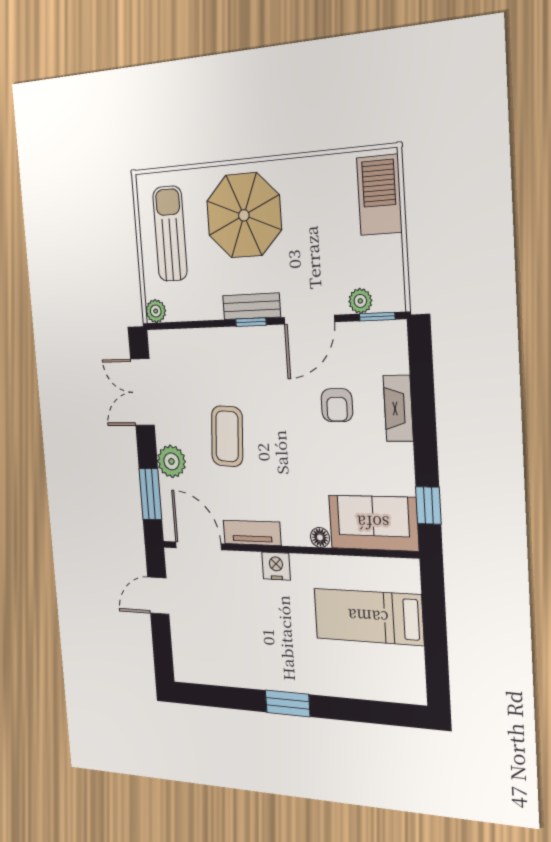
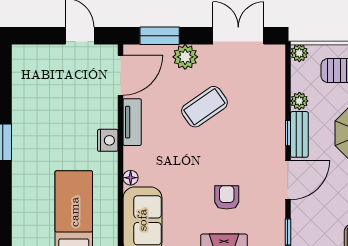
plant: (360, 301) -> (299, 101), moved
door: (309, 320) -> (288, 180), swing flipped
armchair: (337, 405) -> (227, 197), turned 90
coffee table: (227, 436) -> (204, 107), turned -39

